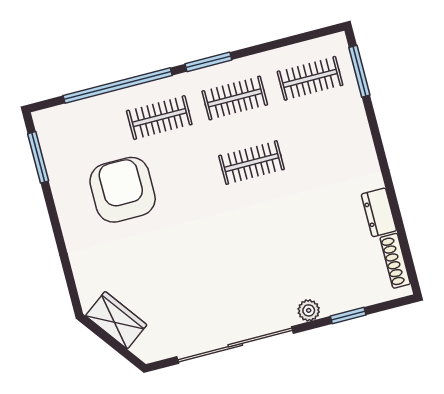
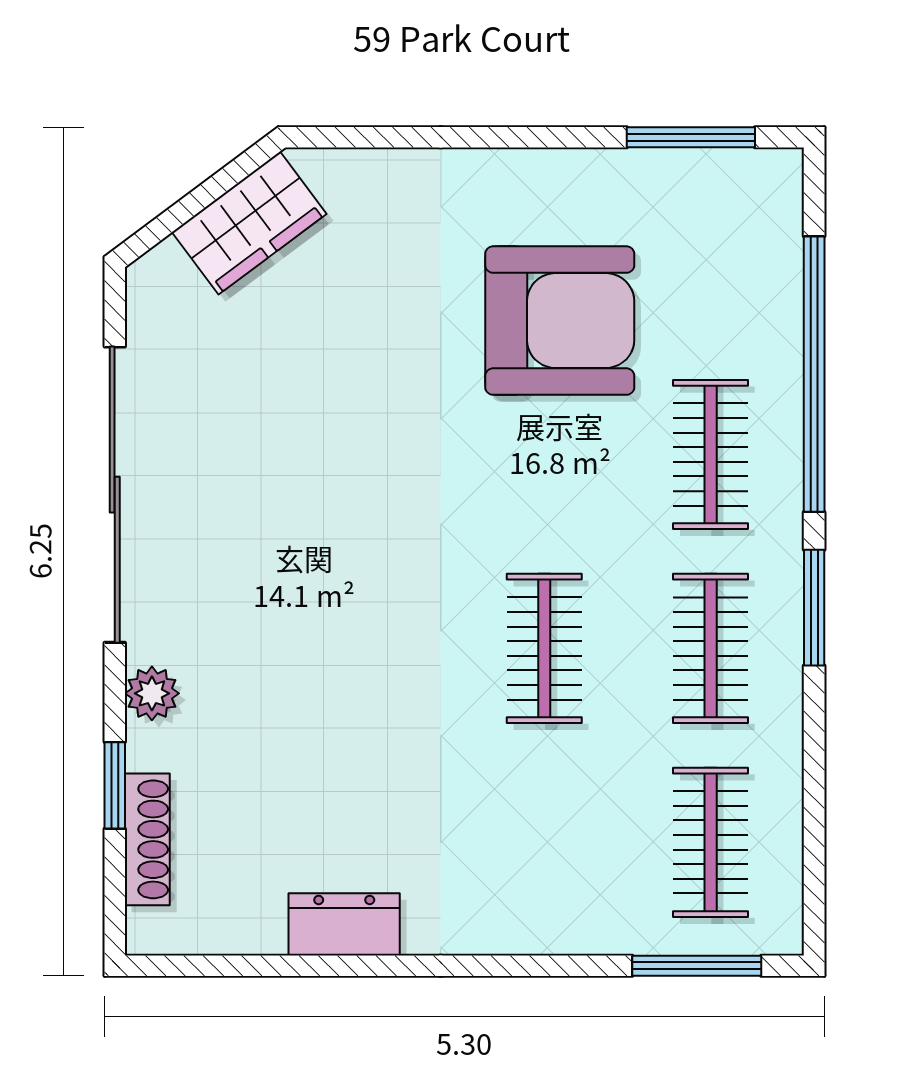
shoe rack: (395, 261) -> (147, 839), moved, turned 90

